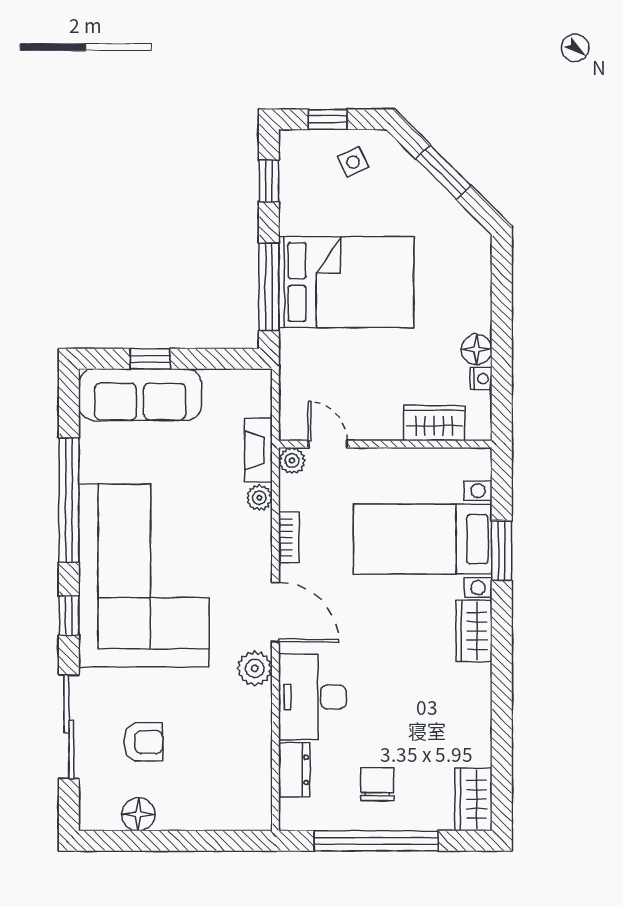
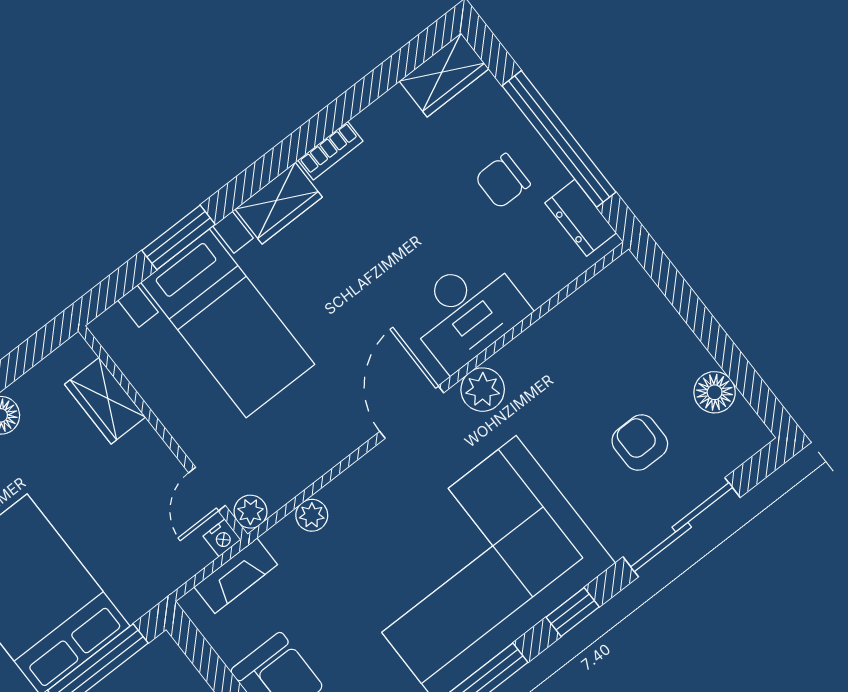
nightstand: (481, 379) -> (222, 538), moved, turned 180
fireplace: (258, 450) -> (236, 576), moved
bookcase: (289, 537) -> (330, 151), moved, turned 180
dresser: (294, 770) -> (581, 218), moved, turned -90

